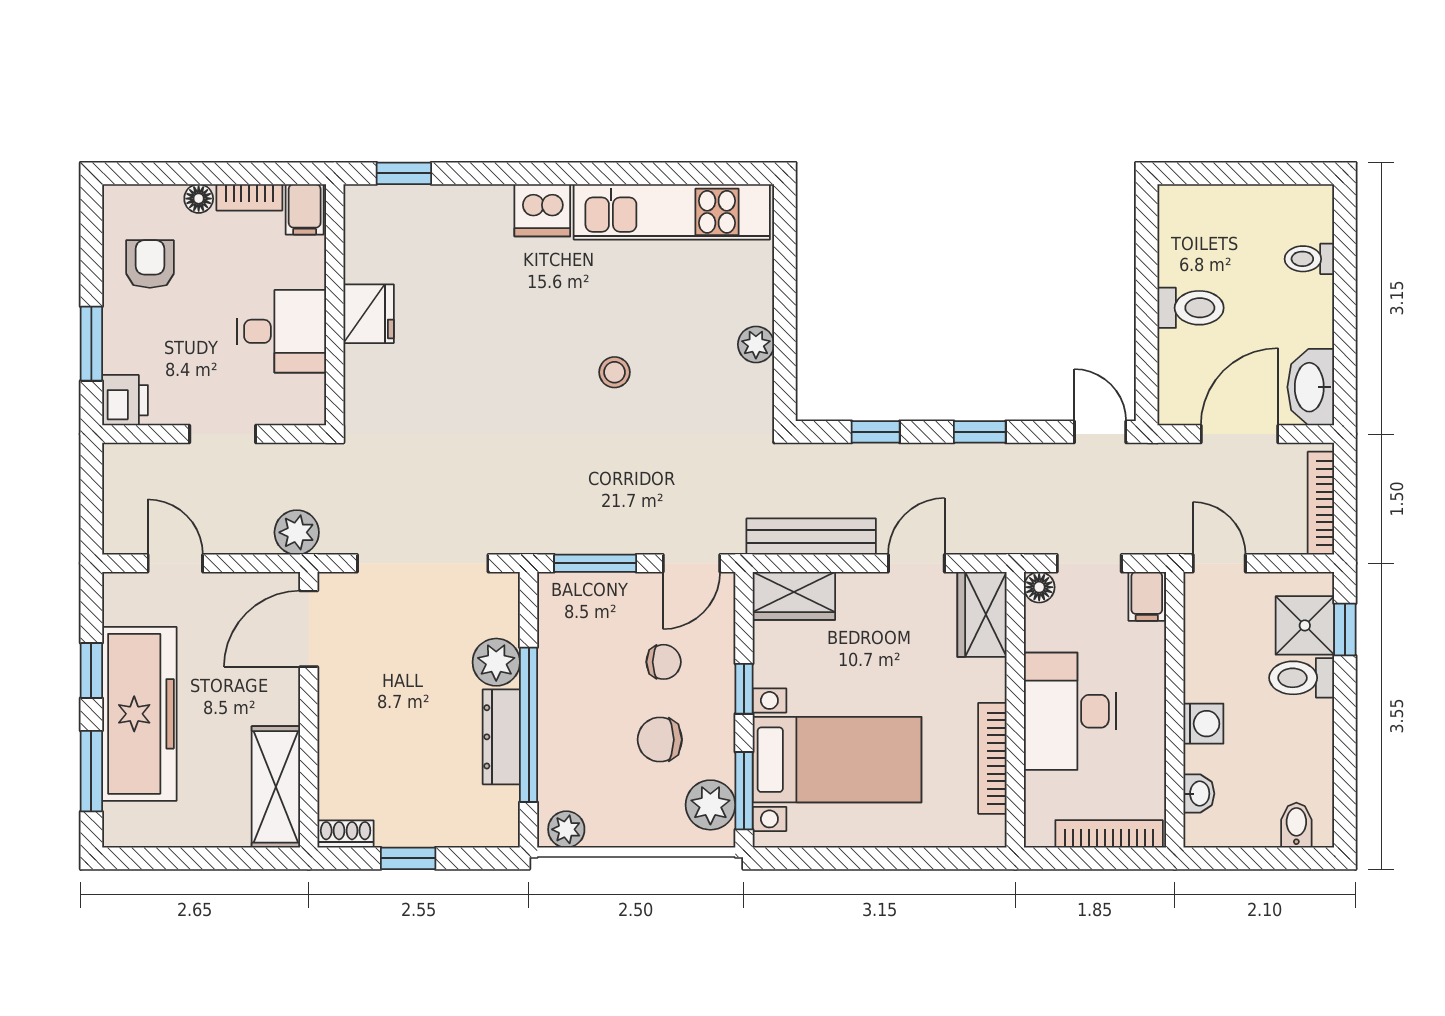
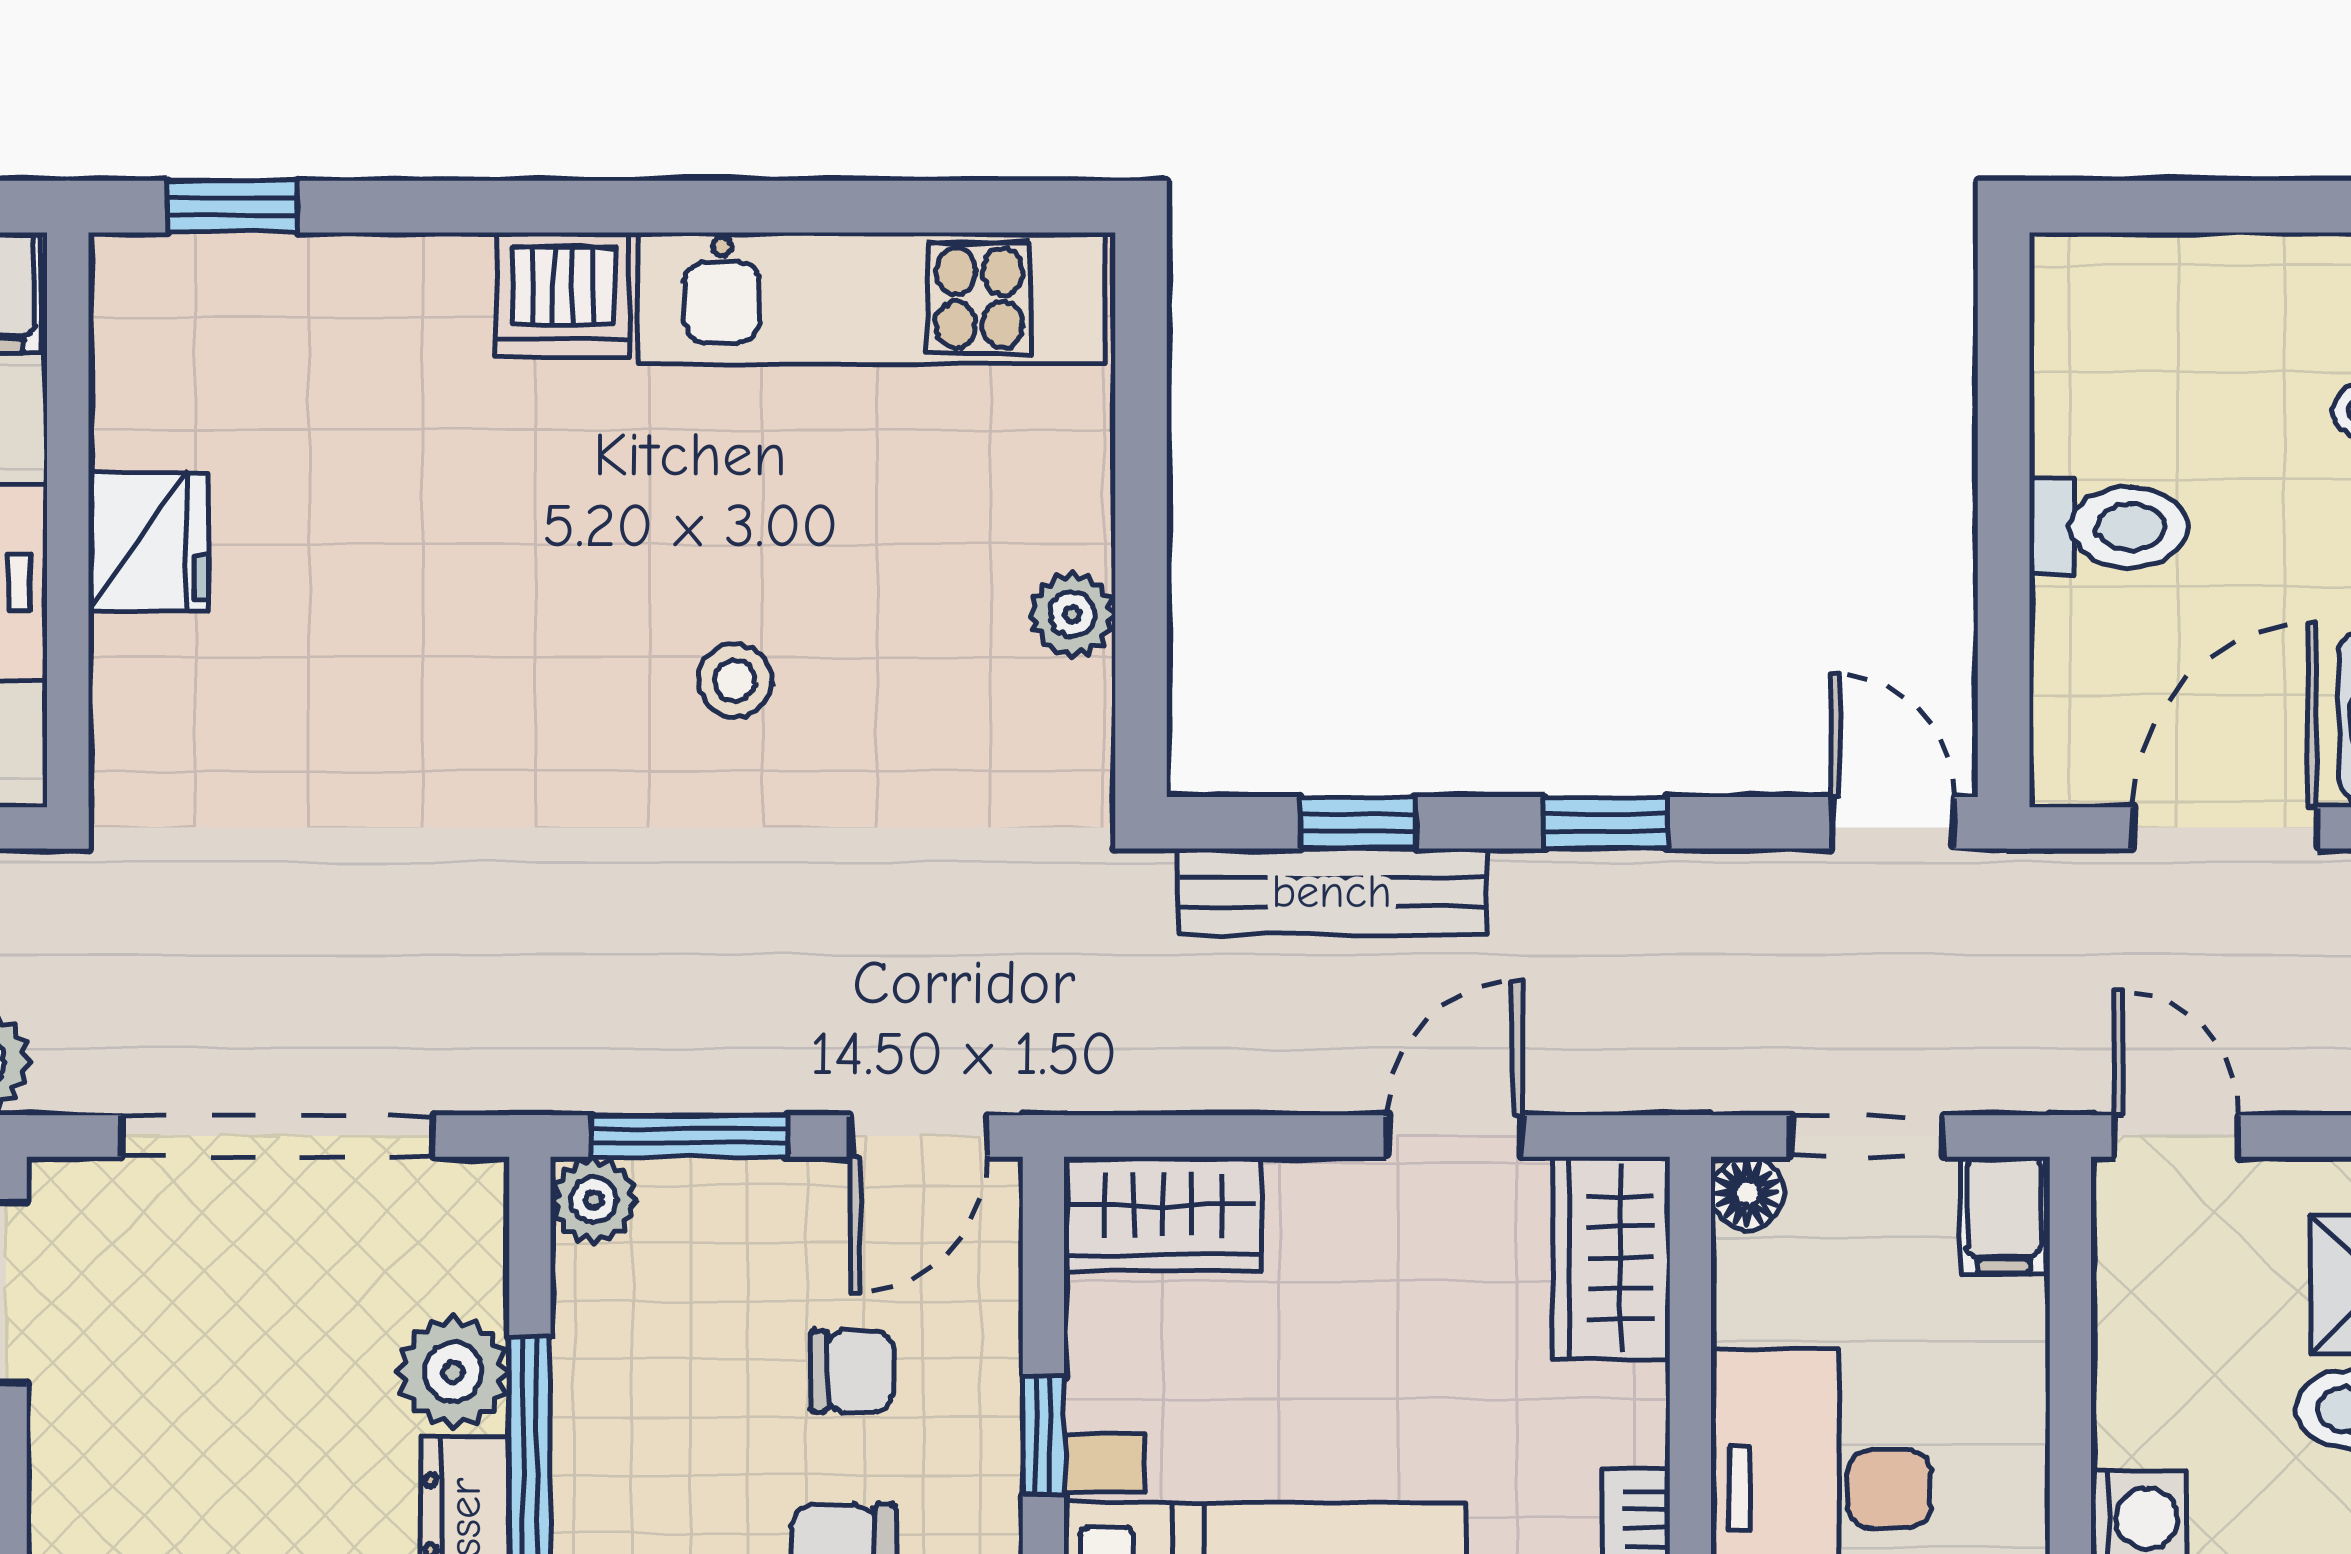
bench: (811, 537) -> (1332, 892), moved
plant: (555, 590) -> (594, 1200), added

